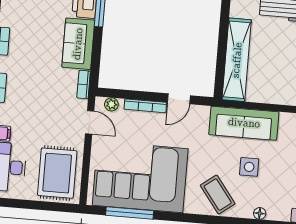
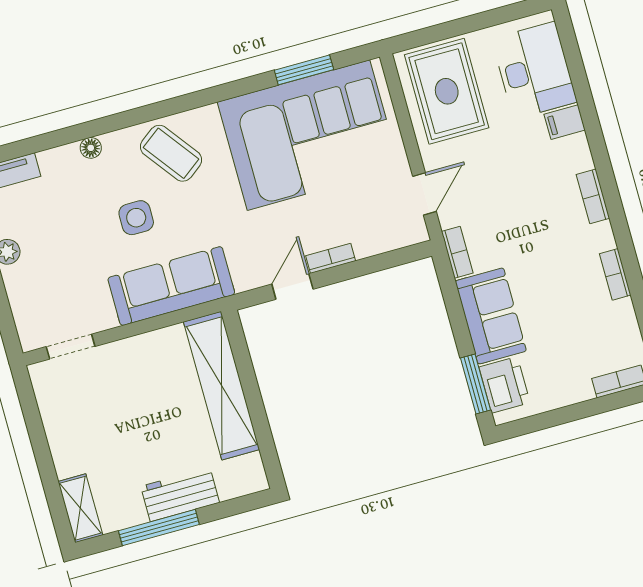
plant: (111, 104) -> (400, 237), removed
bookcase: (145, 106) -> (331, 258), width x0.64
door: (90, 122) -> (424, 194), swing flipped
window: (130, 213) -> (304, 70), width x0.69

